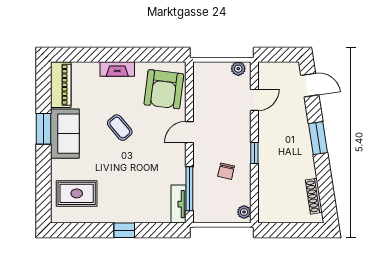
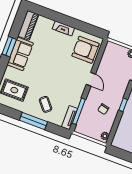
armchair: (164, 89) -> (86, 50), turned 83
coffee table: (120, 128) -> (46, 104), moved
door: (189, 132) -> (91, 79), swing flipped
window: (124, 230) -> (33, 121), width x2.17

